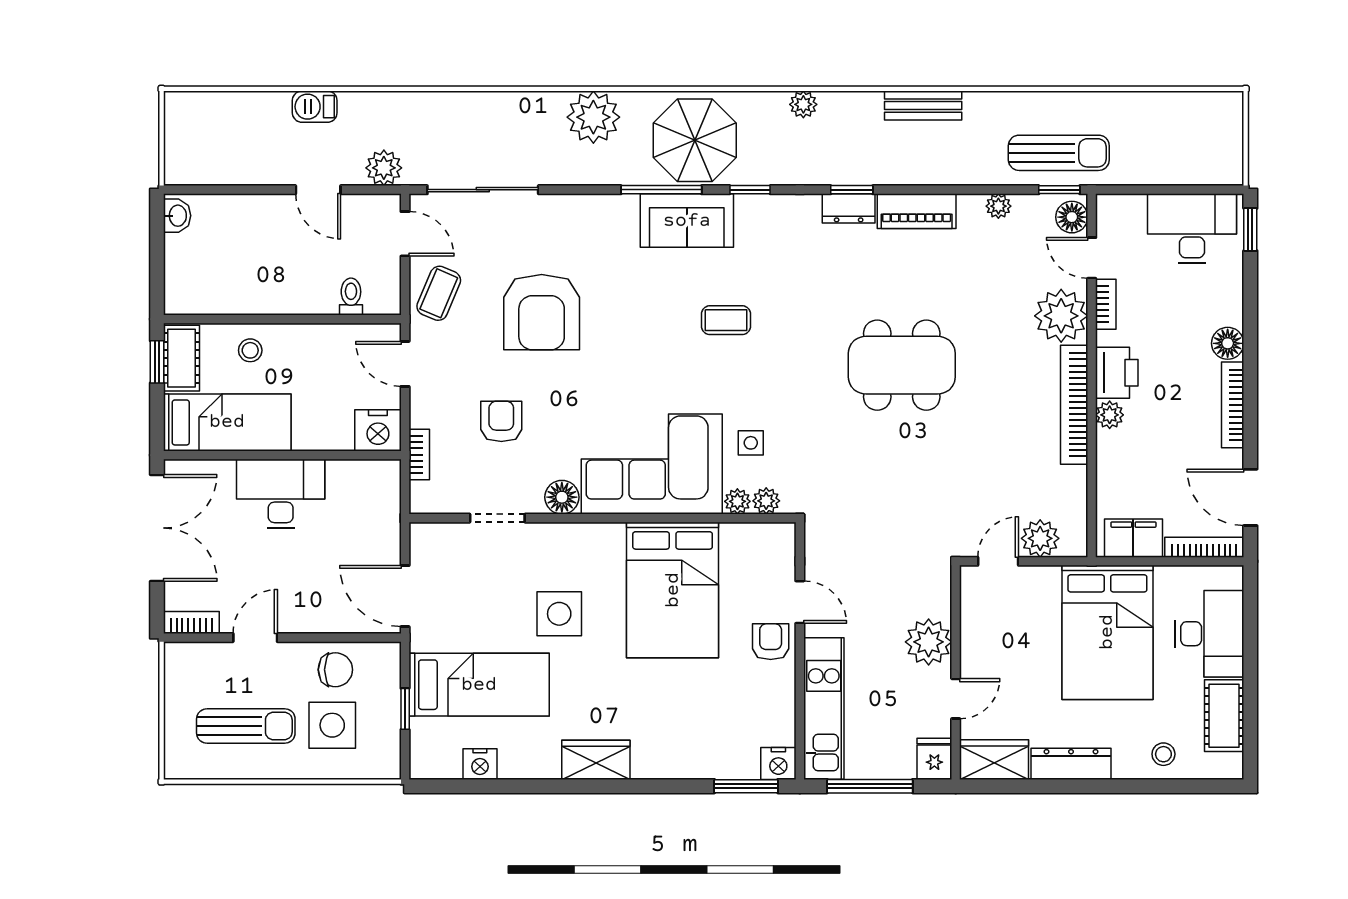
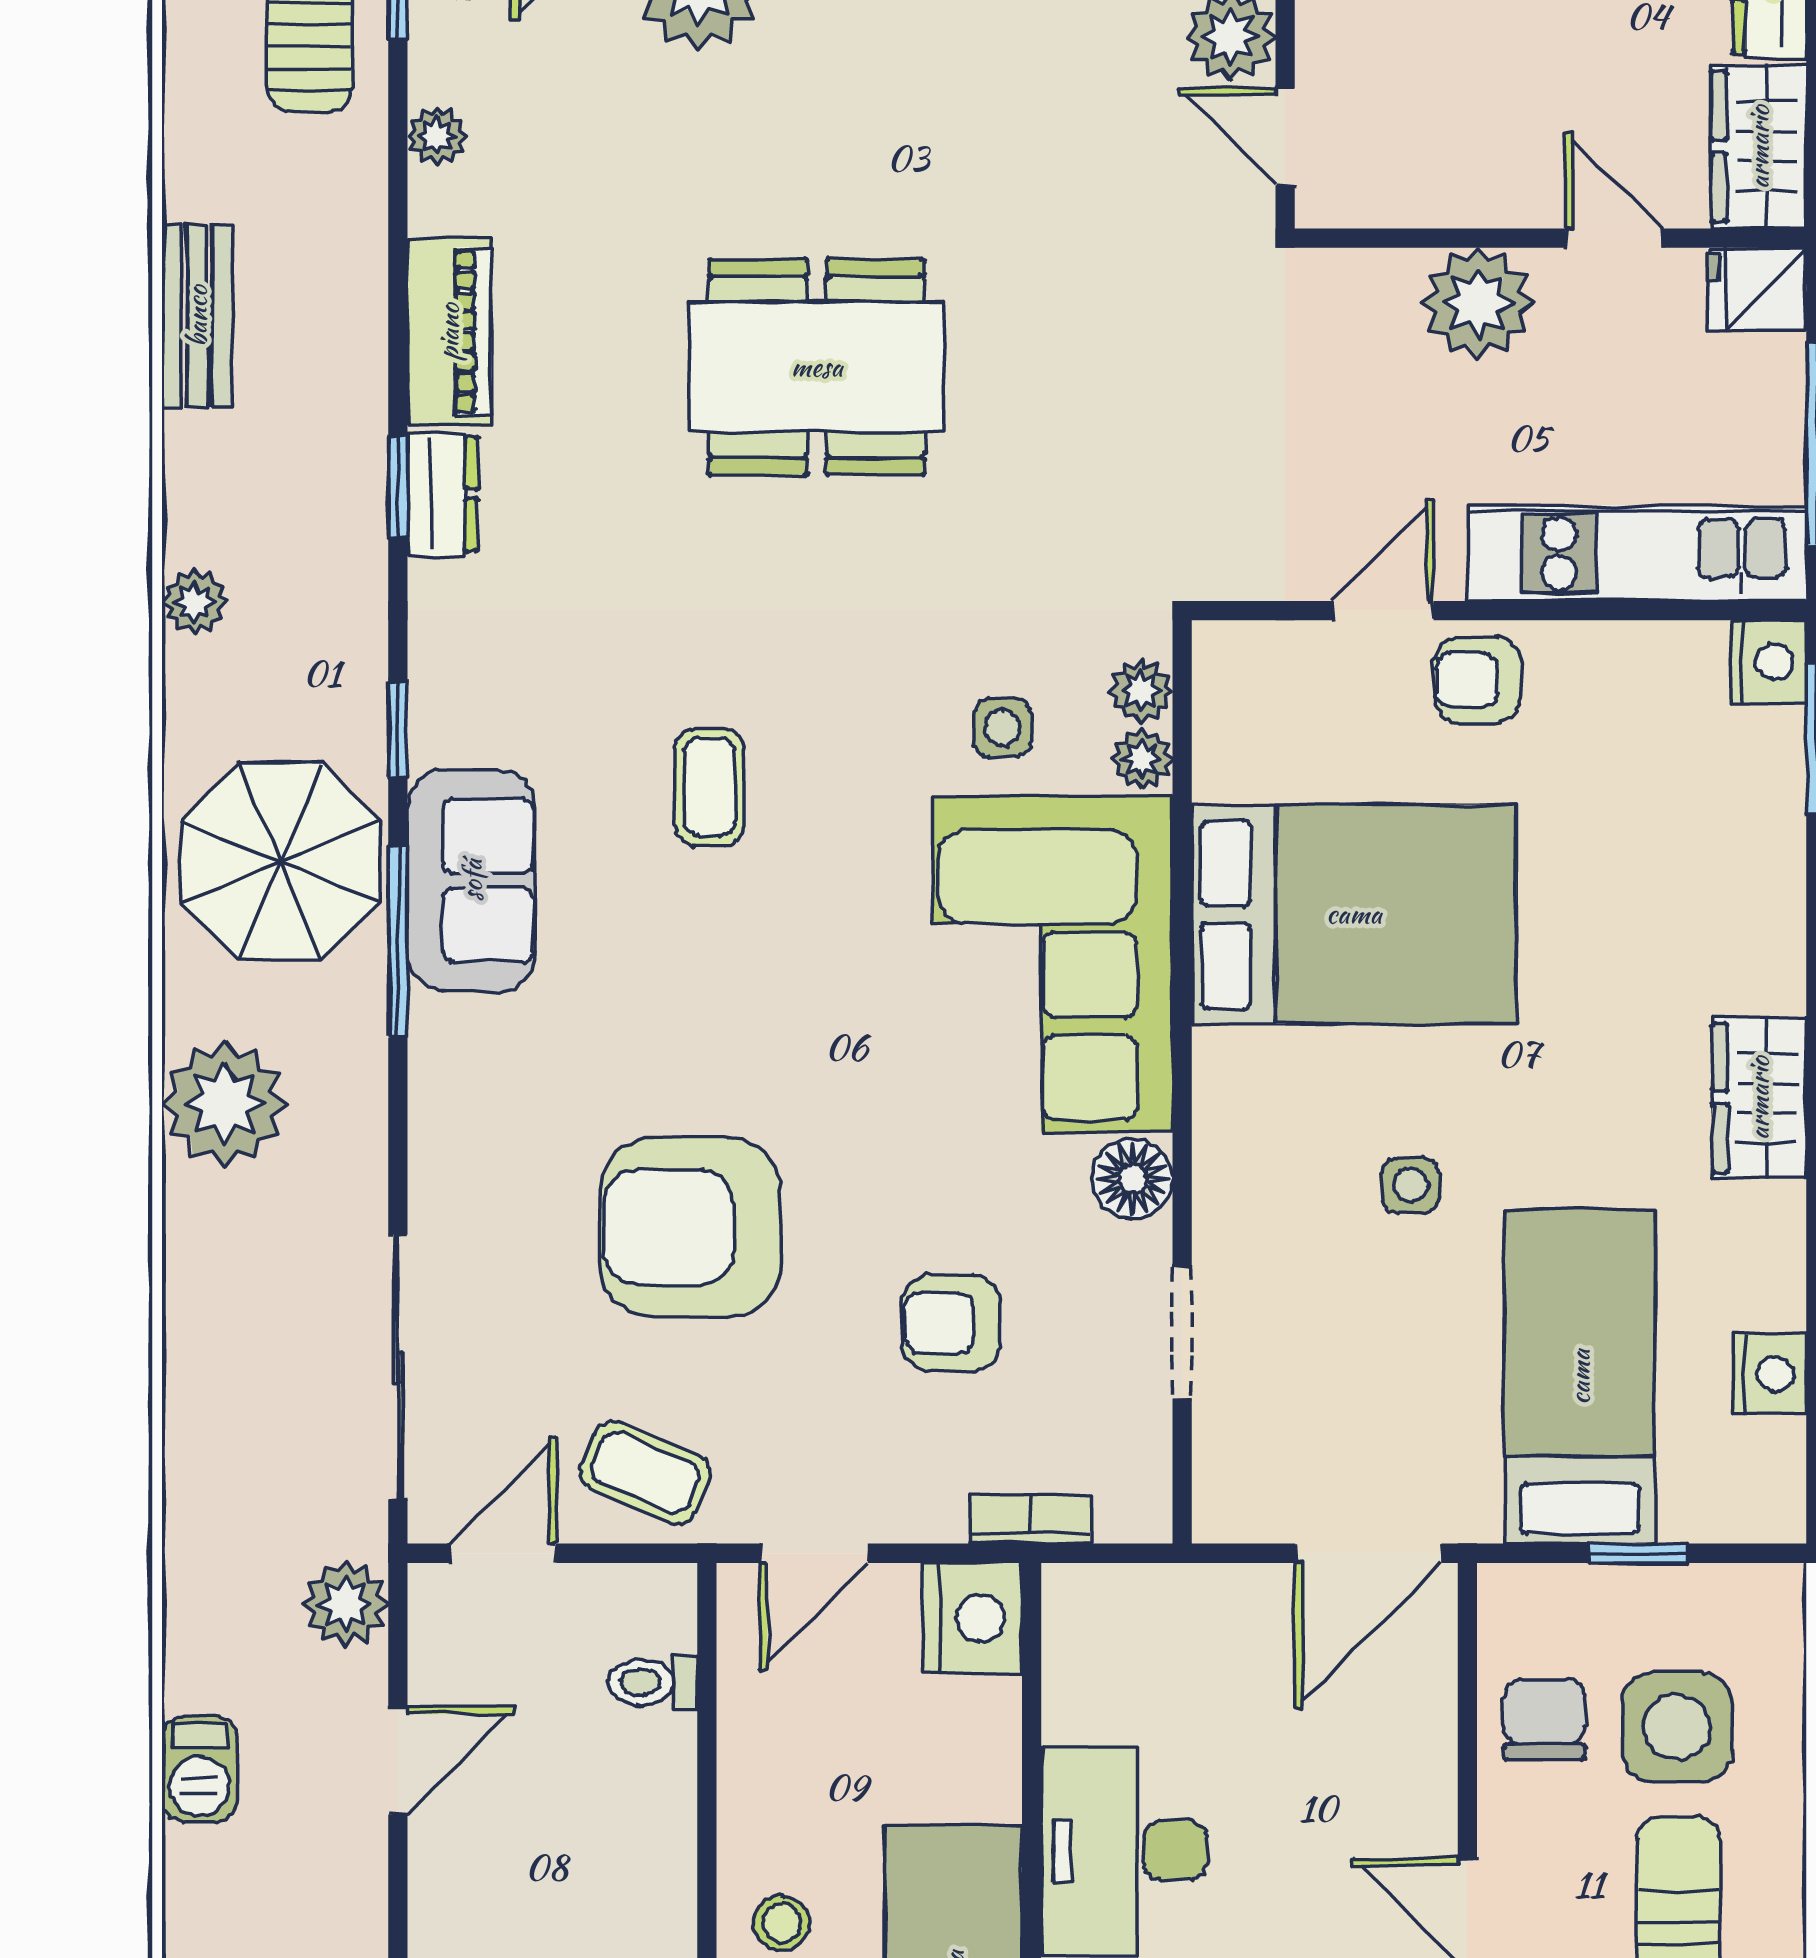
armchair: (542, 312) -> (690, 1227), turned 180
dining table: (902, 365) -> (817, 367), turned 90
side table: (559, 614) -> (1411, 1185), width x0.54, depth x0.54

